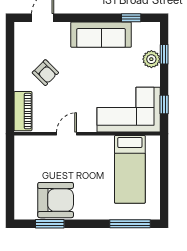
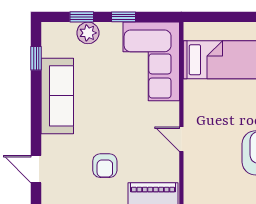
armchair: (45, 73) -> (105, 166), turned 135
window: (164, 105) -> (123, 17), moved

